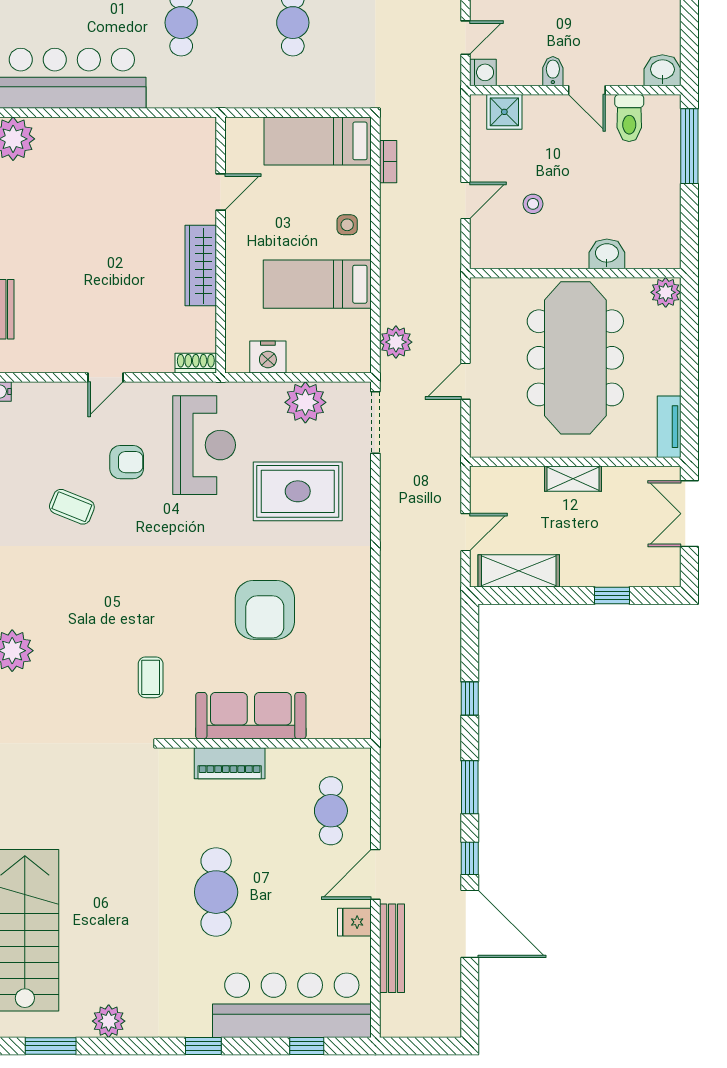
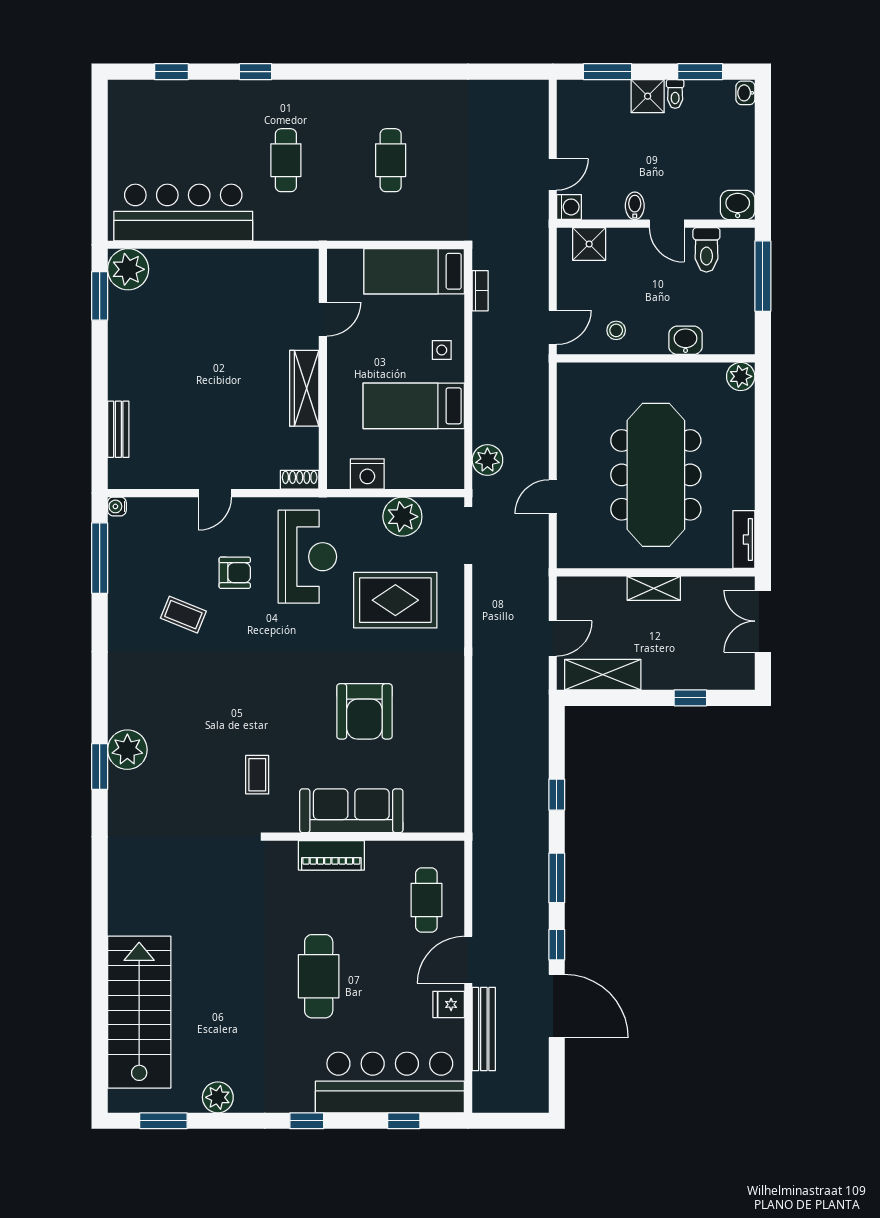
washbasin: (607, 254) -> (686, 340), moved
wall: (575, 273) -> (656, 358), moved
plant: (666, 292) -> (741, 376), moved

